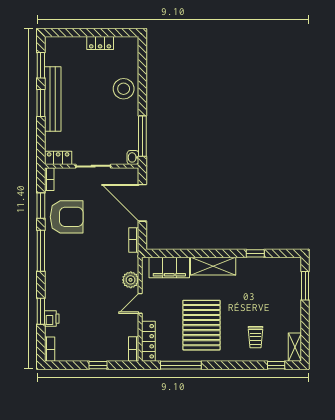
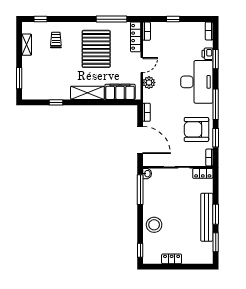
window: (142, 55) -> (140, 250), added
desk: (66, 281) -> (197, 82), added
shelving: (295, 347) -> (27, 45), moved

